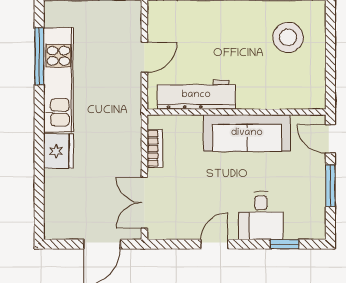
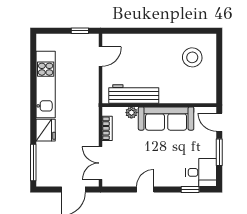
window: (39, 56) -> (33, 163), moved
door: (144, 57) -> (100, 57), moved
plant: (193, 124) -> (131, 113), added
desk: (261, 216) -> (201, 172), moved, turned -90

